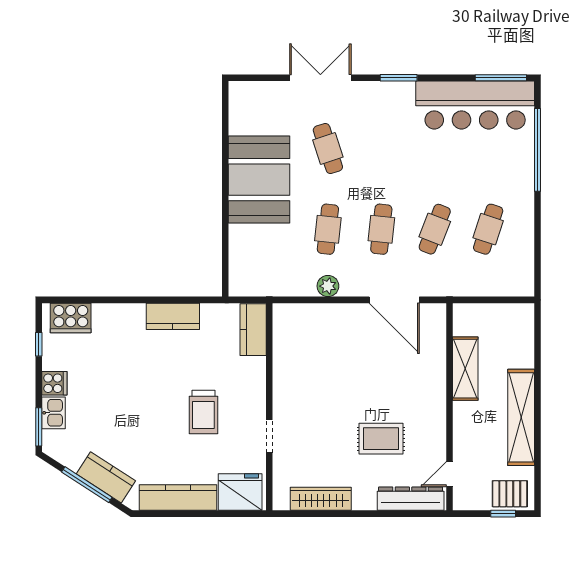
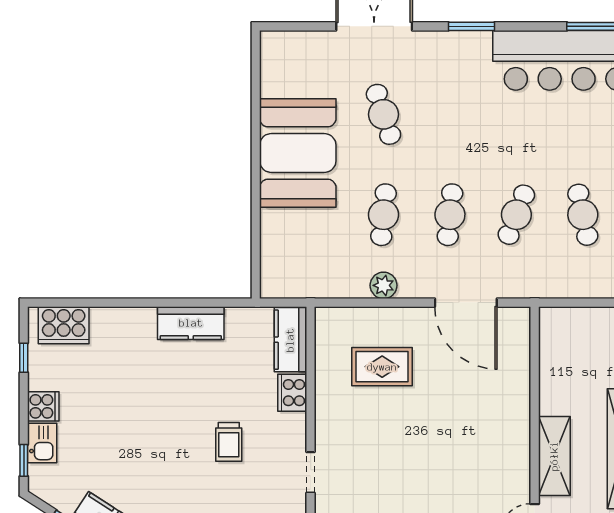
cafe table: (488, 229) -> (583, 215), turned -30
shelving: (465, 369) -> (554, 456), moved
cooker: (254, 372) -> (292, 393), added
trolley: (203, 412) -> (229, 442), width x0.73, depth x0.72
window: (39, 427) -> (24, 460), width x0.67
rug: (381, 439) -> (382, 367), moved

